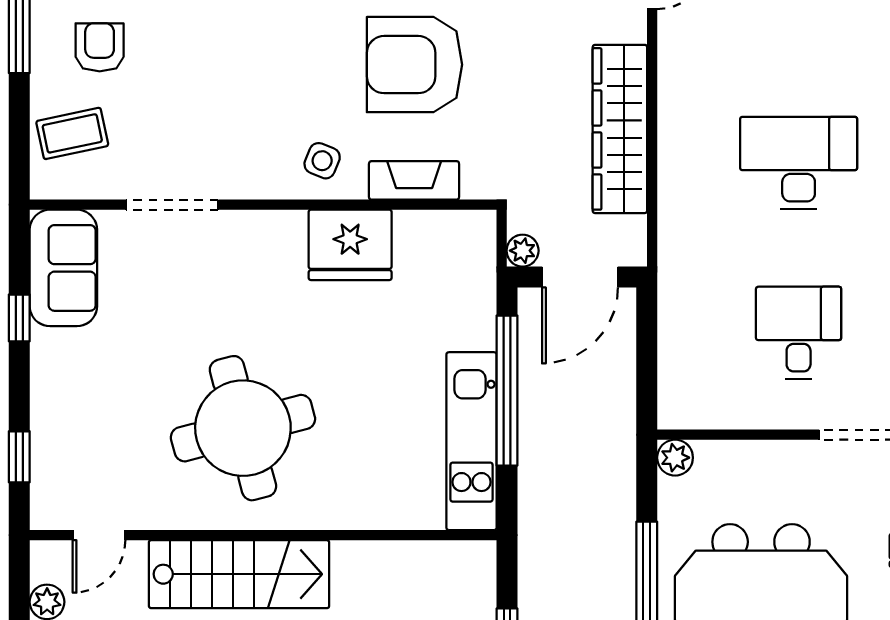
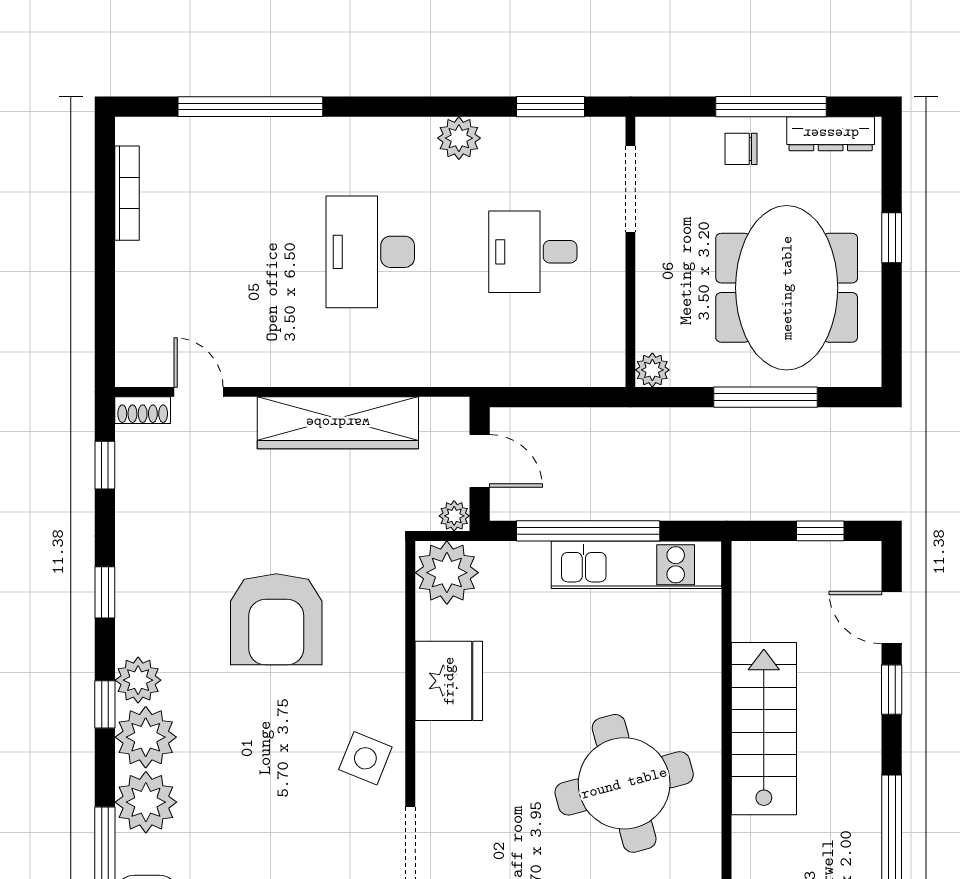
side table: (322, 161) -> (365, 758), moved, width x1.37, depth x1.37
fireplace: (414, 180) -> (387, 620), removed
plant: (463, 243) -> (447, 573), added
door: (580, 277) -> (480, 461), width x0.73
stairs: (239, 574) -> (764, 729), moved

